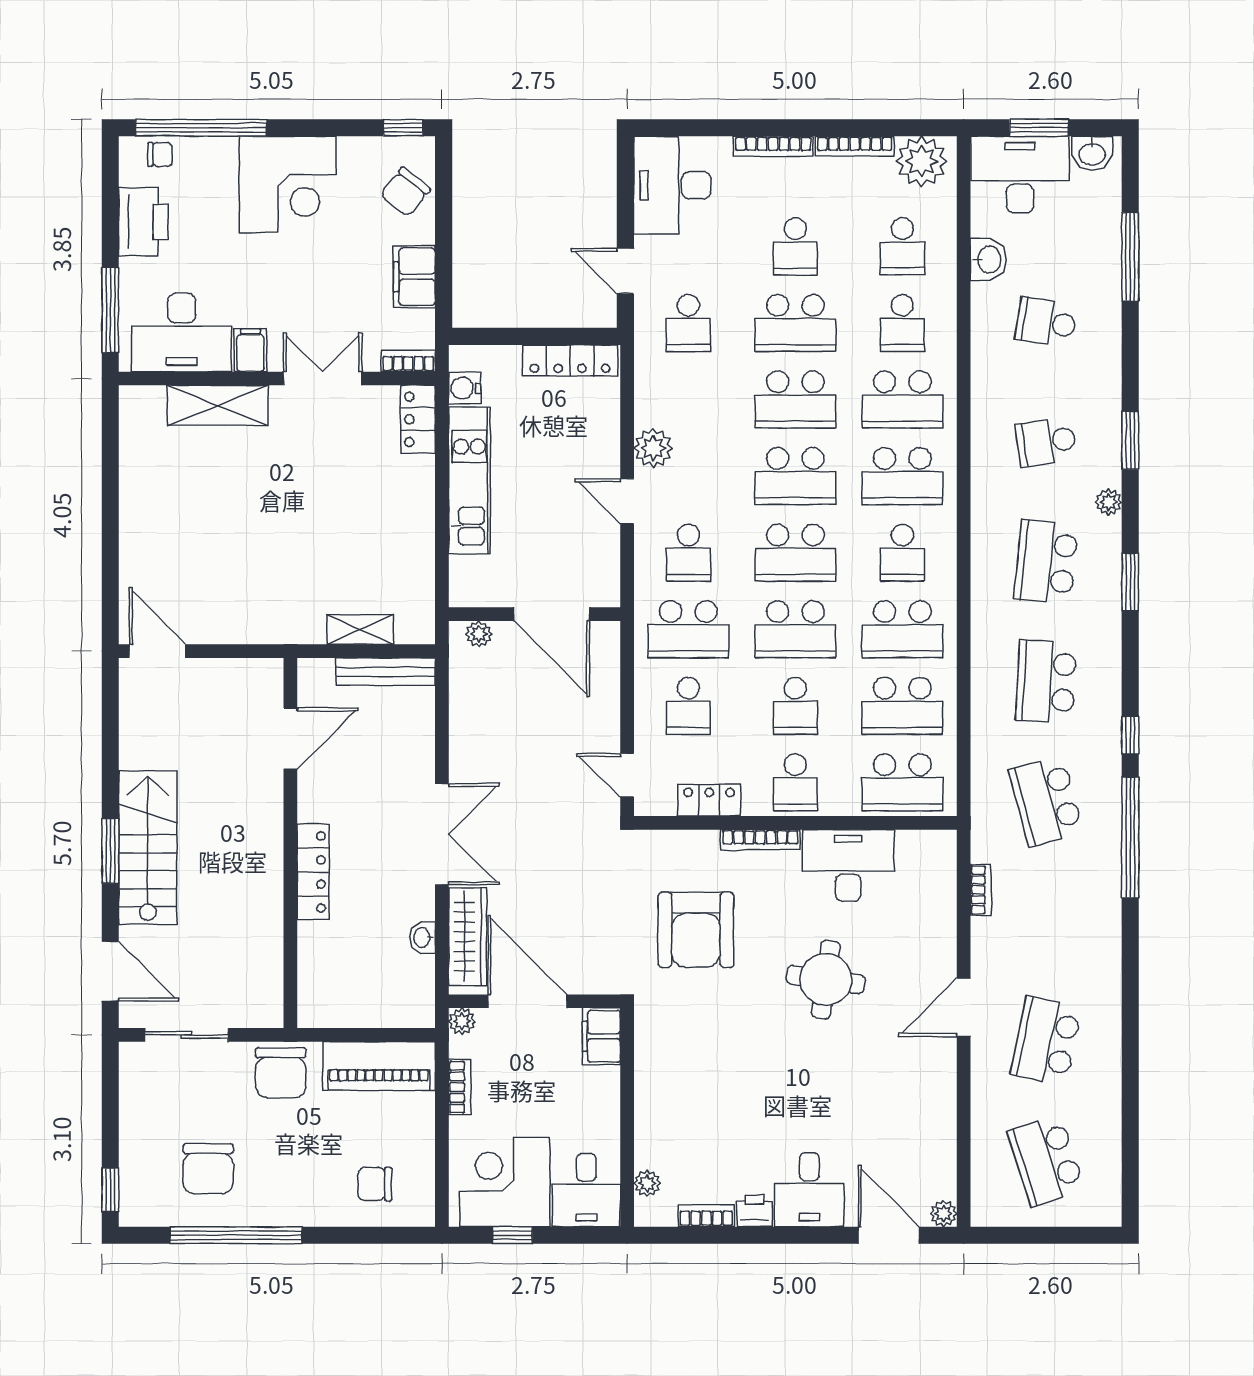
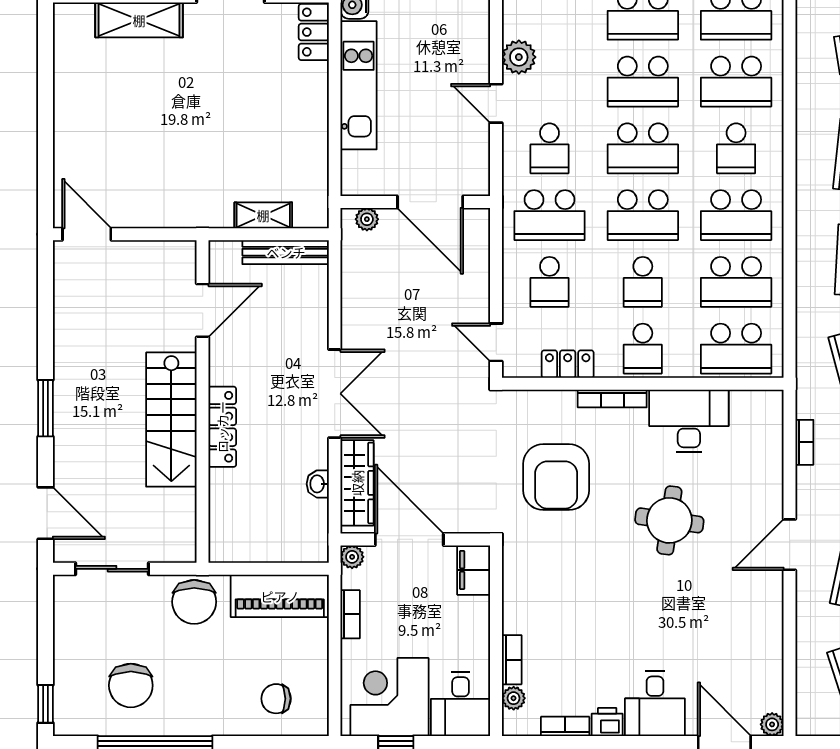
stairs: (148, 848) -> (171, 420), moved, turned 180
bookcase: (645, 1139) -> (512, 660), added

